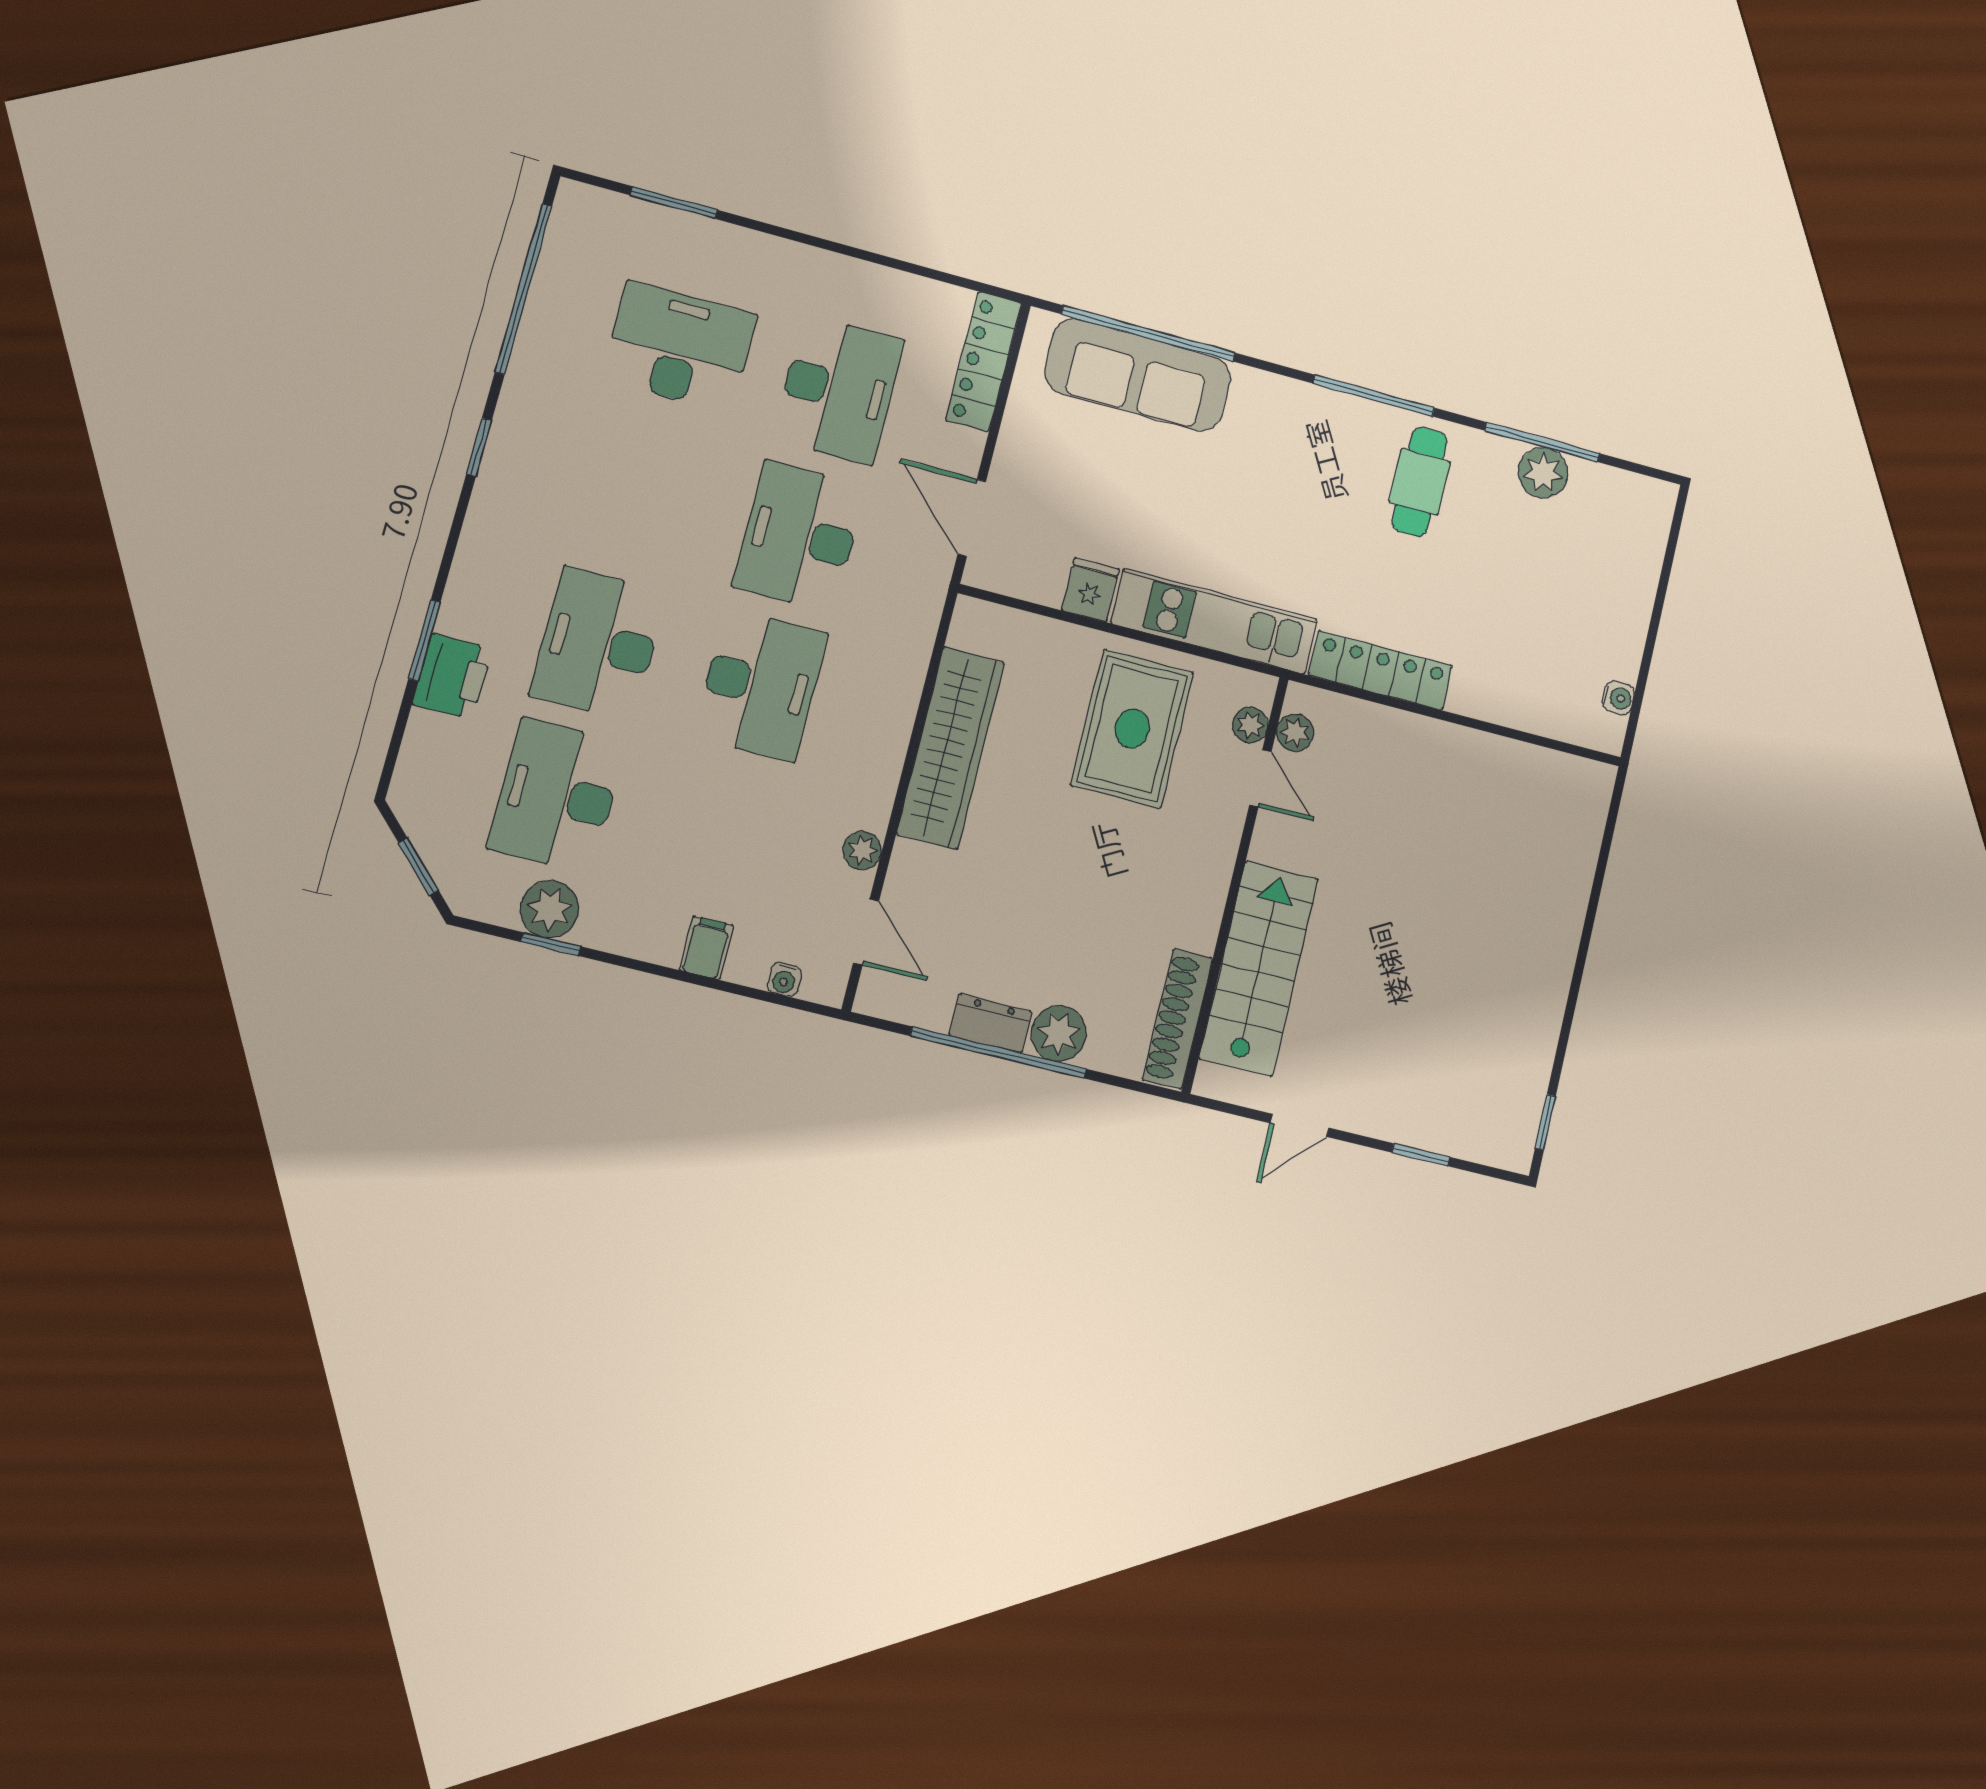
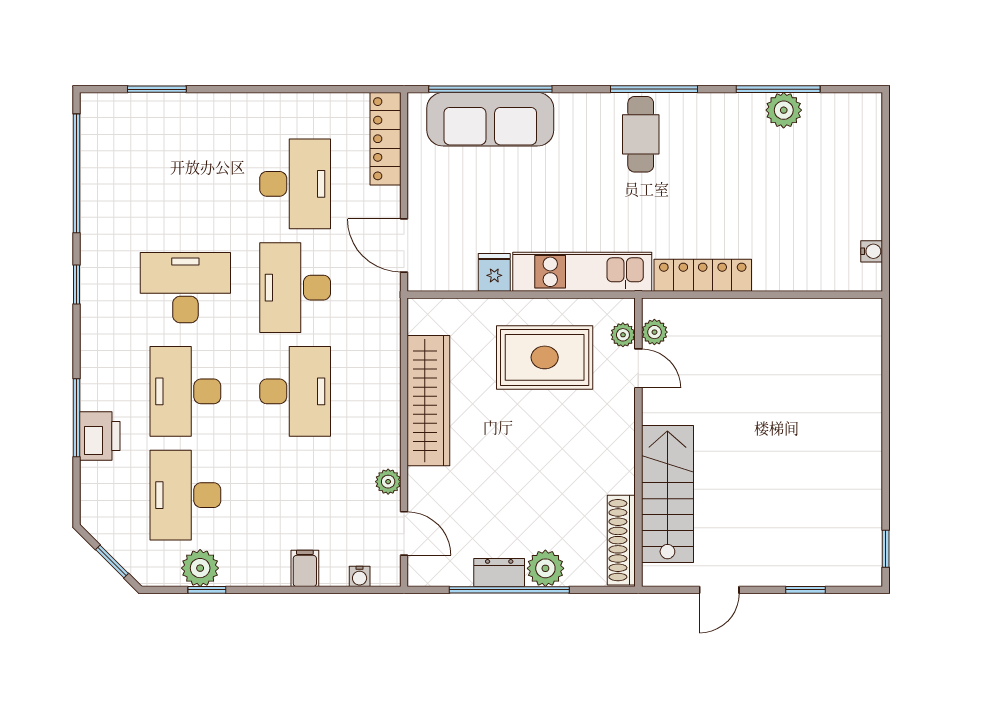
desk: (679, 347) -> (185, 288), moved
cafe table: (1420, 482) -> (641, 134), moved
window: (424, 641) -> (77, 418), width x1.44
rug: (1132, 729) -> (545, 357), turned 90

